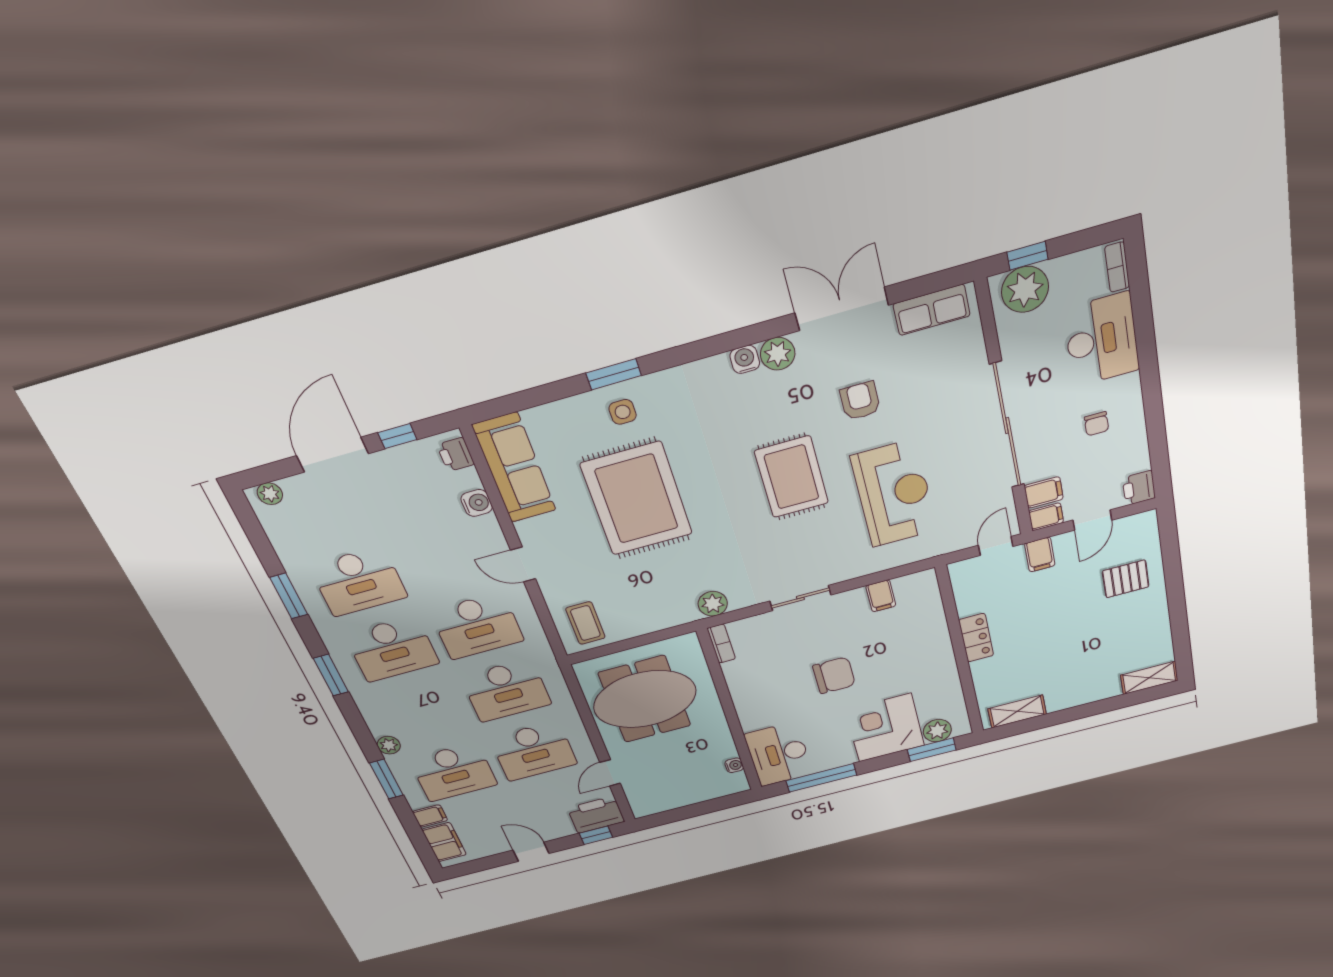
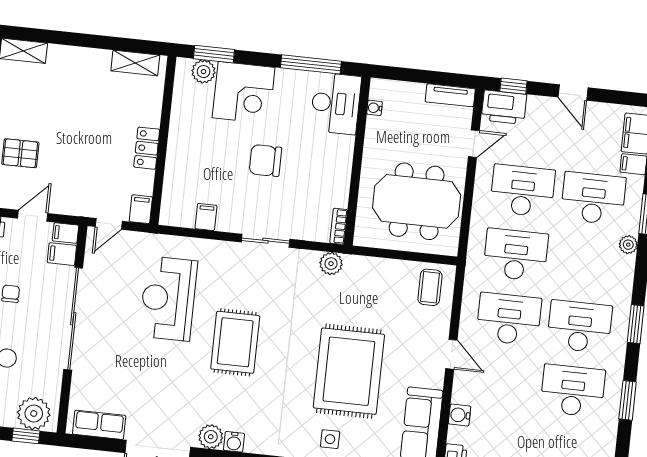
armchair: (860, 401) -> (168, 380), removed
filing cabinet: (1040, 554) -> (141, 209), moved
tv unit: (658, 804) -> (450, 95), added

